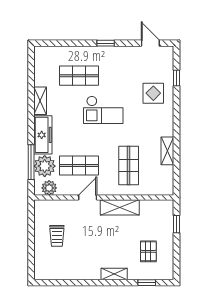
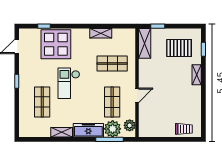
display table: (153, 93) -> (56, 44), width x1.86, depth x1.86
checkout: (103, 110) -> (69, 83), turned 180
door: (88, 197) -> (137, 95), swing flipped
shelving: (120, 207) -> (145, 43), moved
trolley: (57, 236) -> (184, 129), moved
pallet: (148, 251) -> (179, 48), width x1.50, depth x1.42

